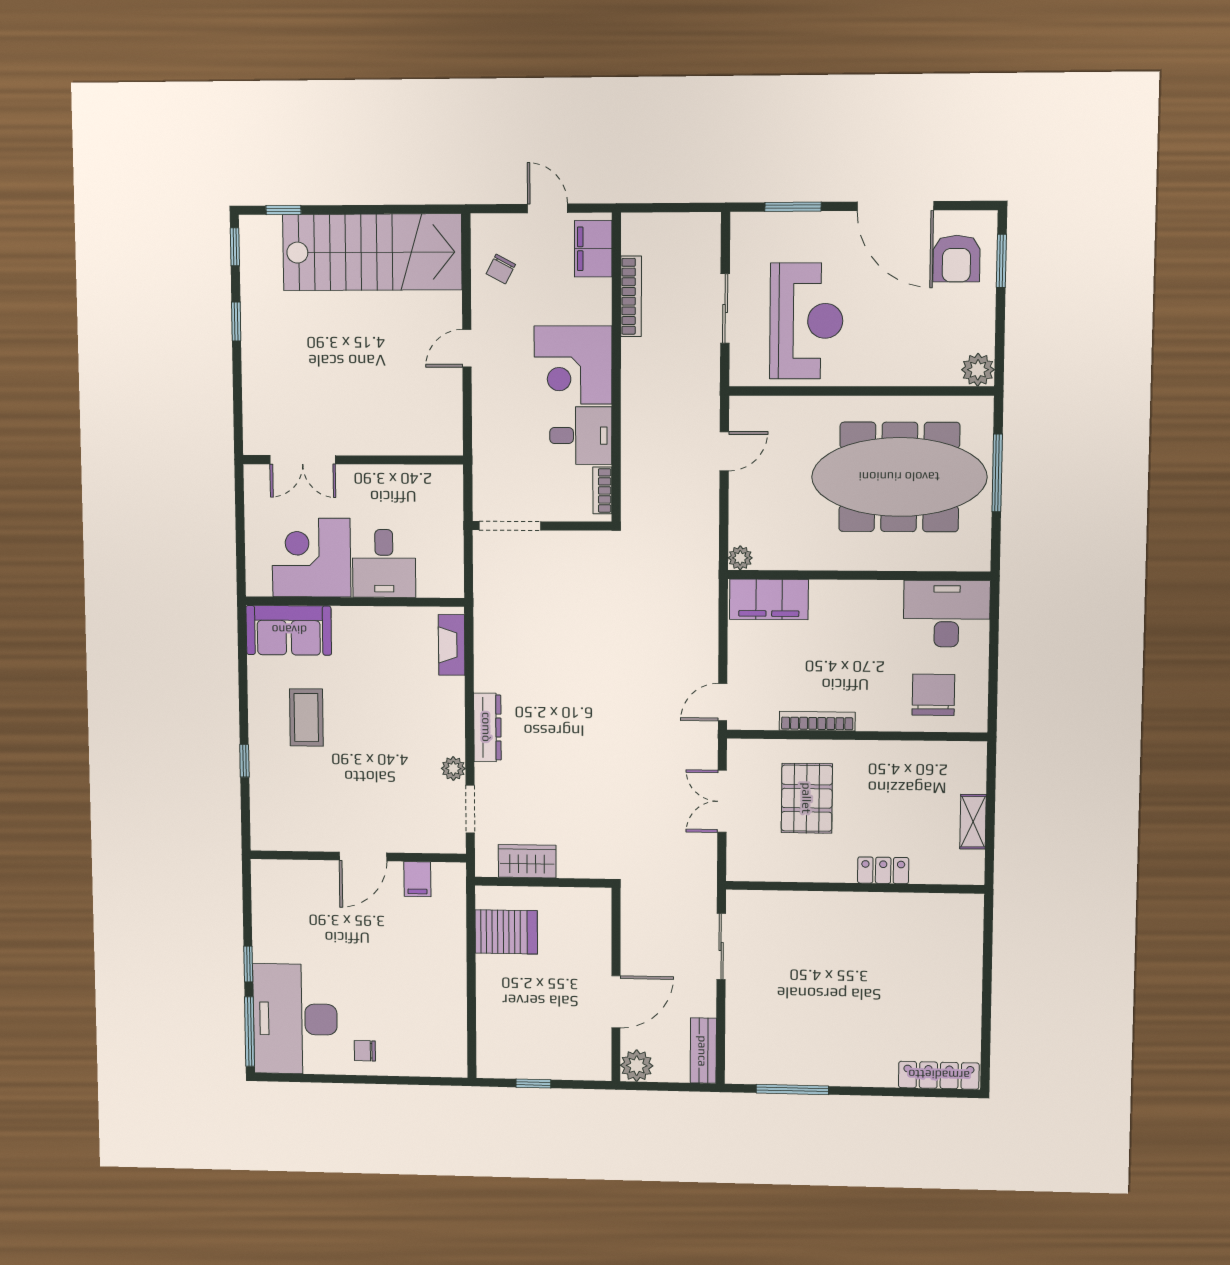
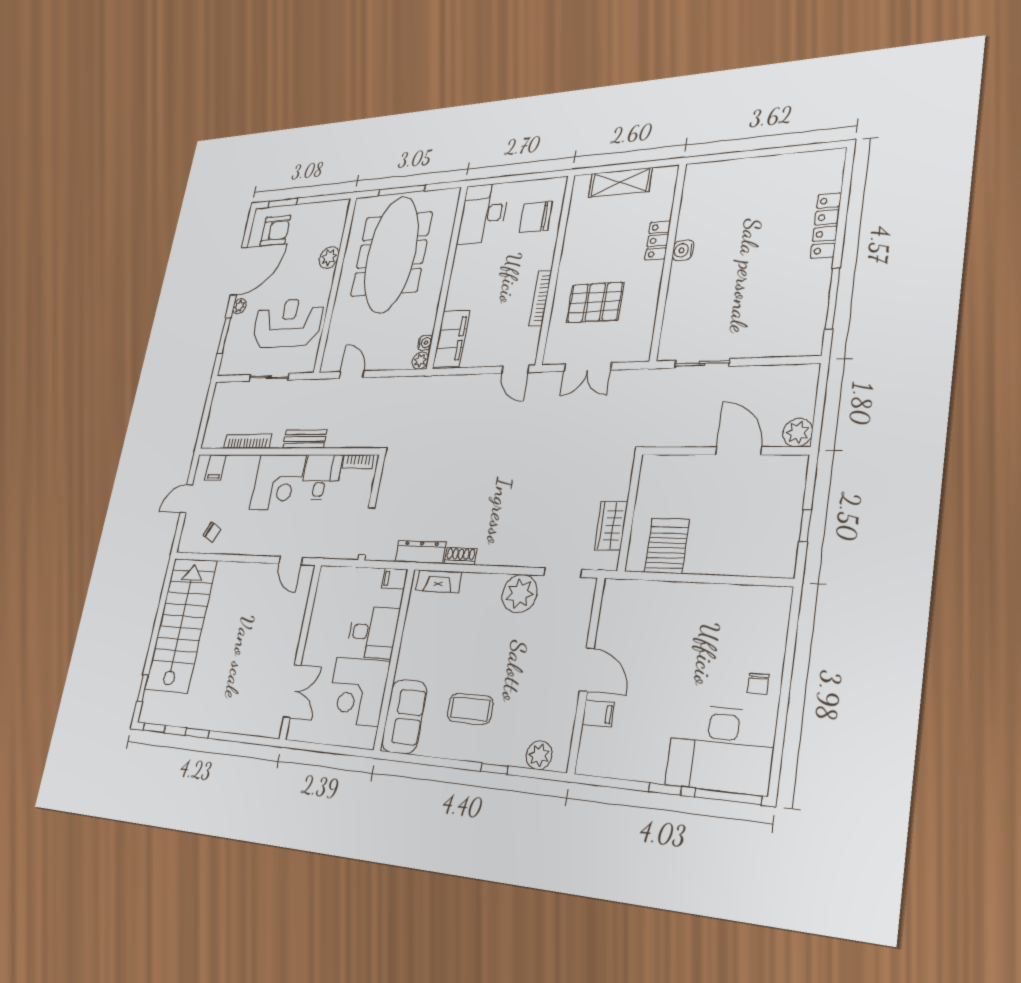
plant: (838, 223) -> (239, 306), added
filing cabinet: (593, 249) -> (216, 467), width x0.50
door: (467, 348) -> (291, 561), moved
plant: (978, 370) -> (329, 257), moved
water cooler: (765, 560) -> (425, 343), added
filing cabinet: (452, 581) -> (395, 579), added
shoe rack: (484, 670) -> (461, 556), added
dresser: (487, 727) -> (421, 552), moved
plant: (453, 768) -> (520, 594), width x1.87, depth x1.87
plant: (265, 814) -> (539, 755), added
shelving: (973, 822) -> (620, 183), width x1.50, depth x1.33
filing cabinet: (417, 879) -> (598, 713), moved
water cooler: (867, 905) -> (683, 250), added
bench: (703, 1051) -> (305, 439), moved
locker: (939, 1075) -> (826, 226), moved

